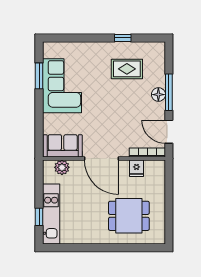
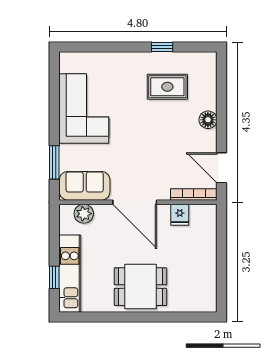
window: (39, 76) -> (54, 162), moved
window: (169, 92) -> (221, 117), removed
dining table: (129, 216) -> (140, 287), moved

